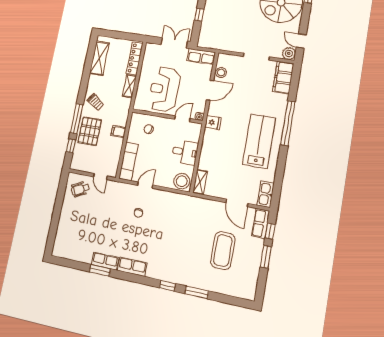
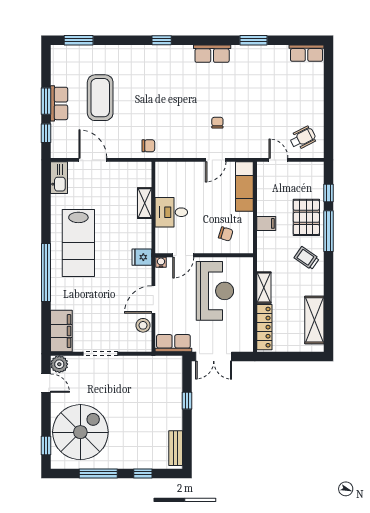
stool: (182, 181) -> (169, 174), removed
shelving: (200, 182) -> (145, 203), moved
chair: (193, 206) -> (148, 146), added
row of seats: (261, 223) -> (59, 103), moved
row of seats: (105, 261) -> (307, 53), moved
window: (197, 292) -> (79, 40), moved

